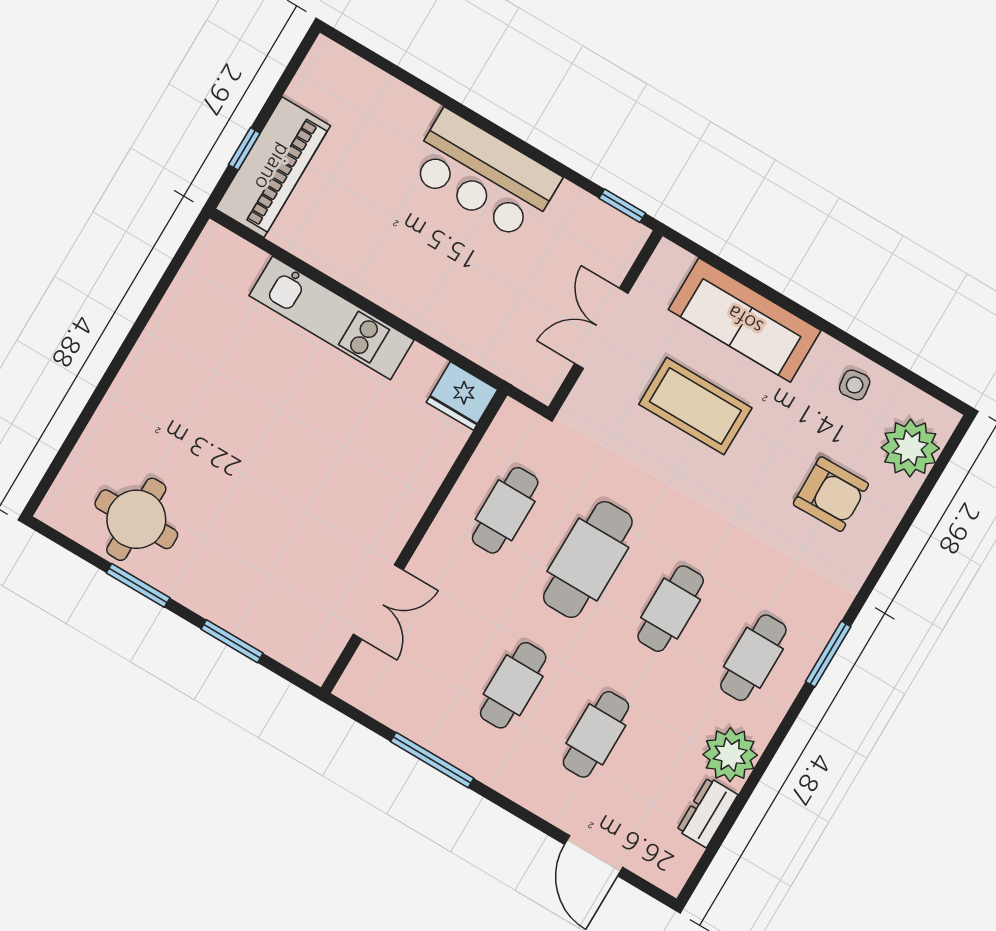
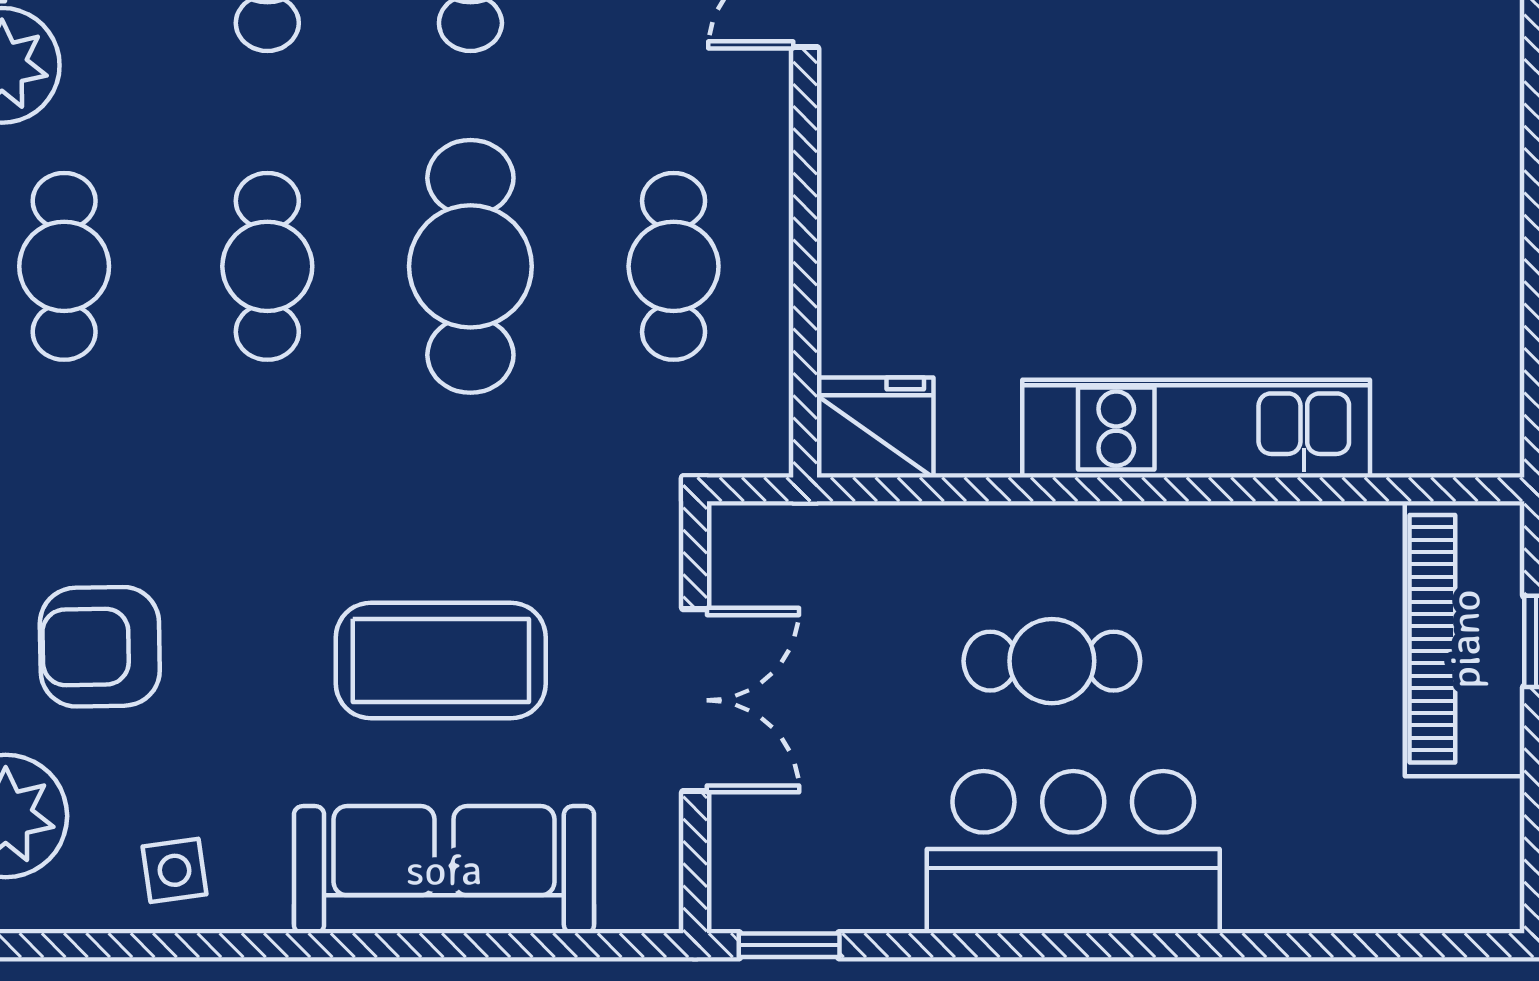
cafe table: (446, 258) -> (1052, 661), added

